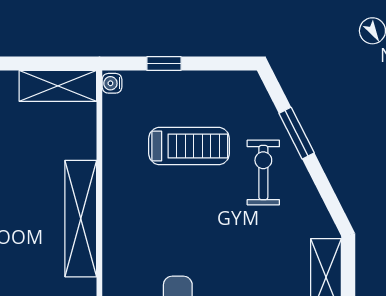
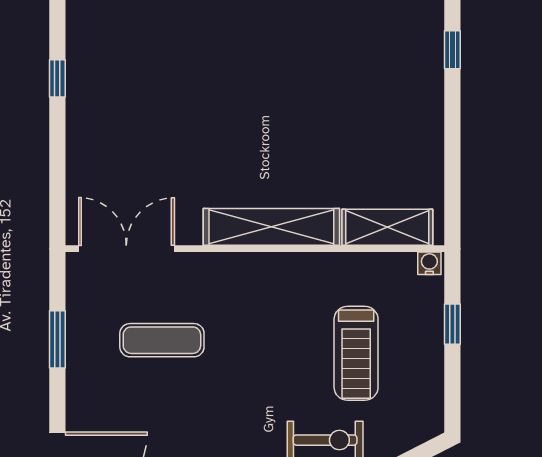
shelving: (58, 86) -> (387, 227), moved, turned 90

